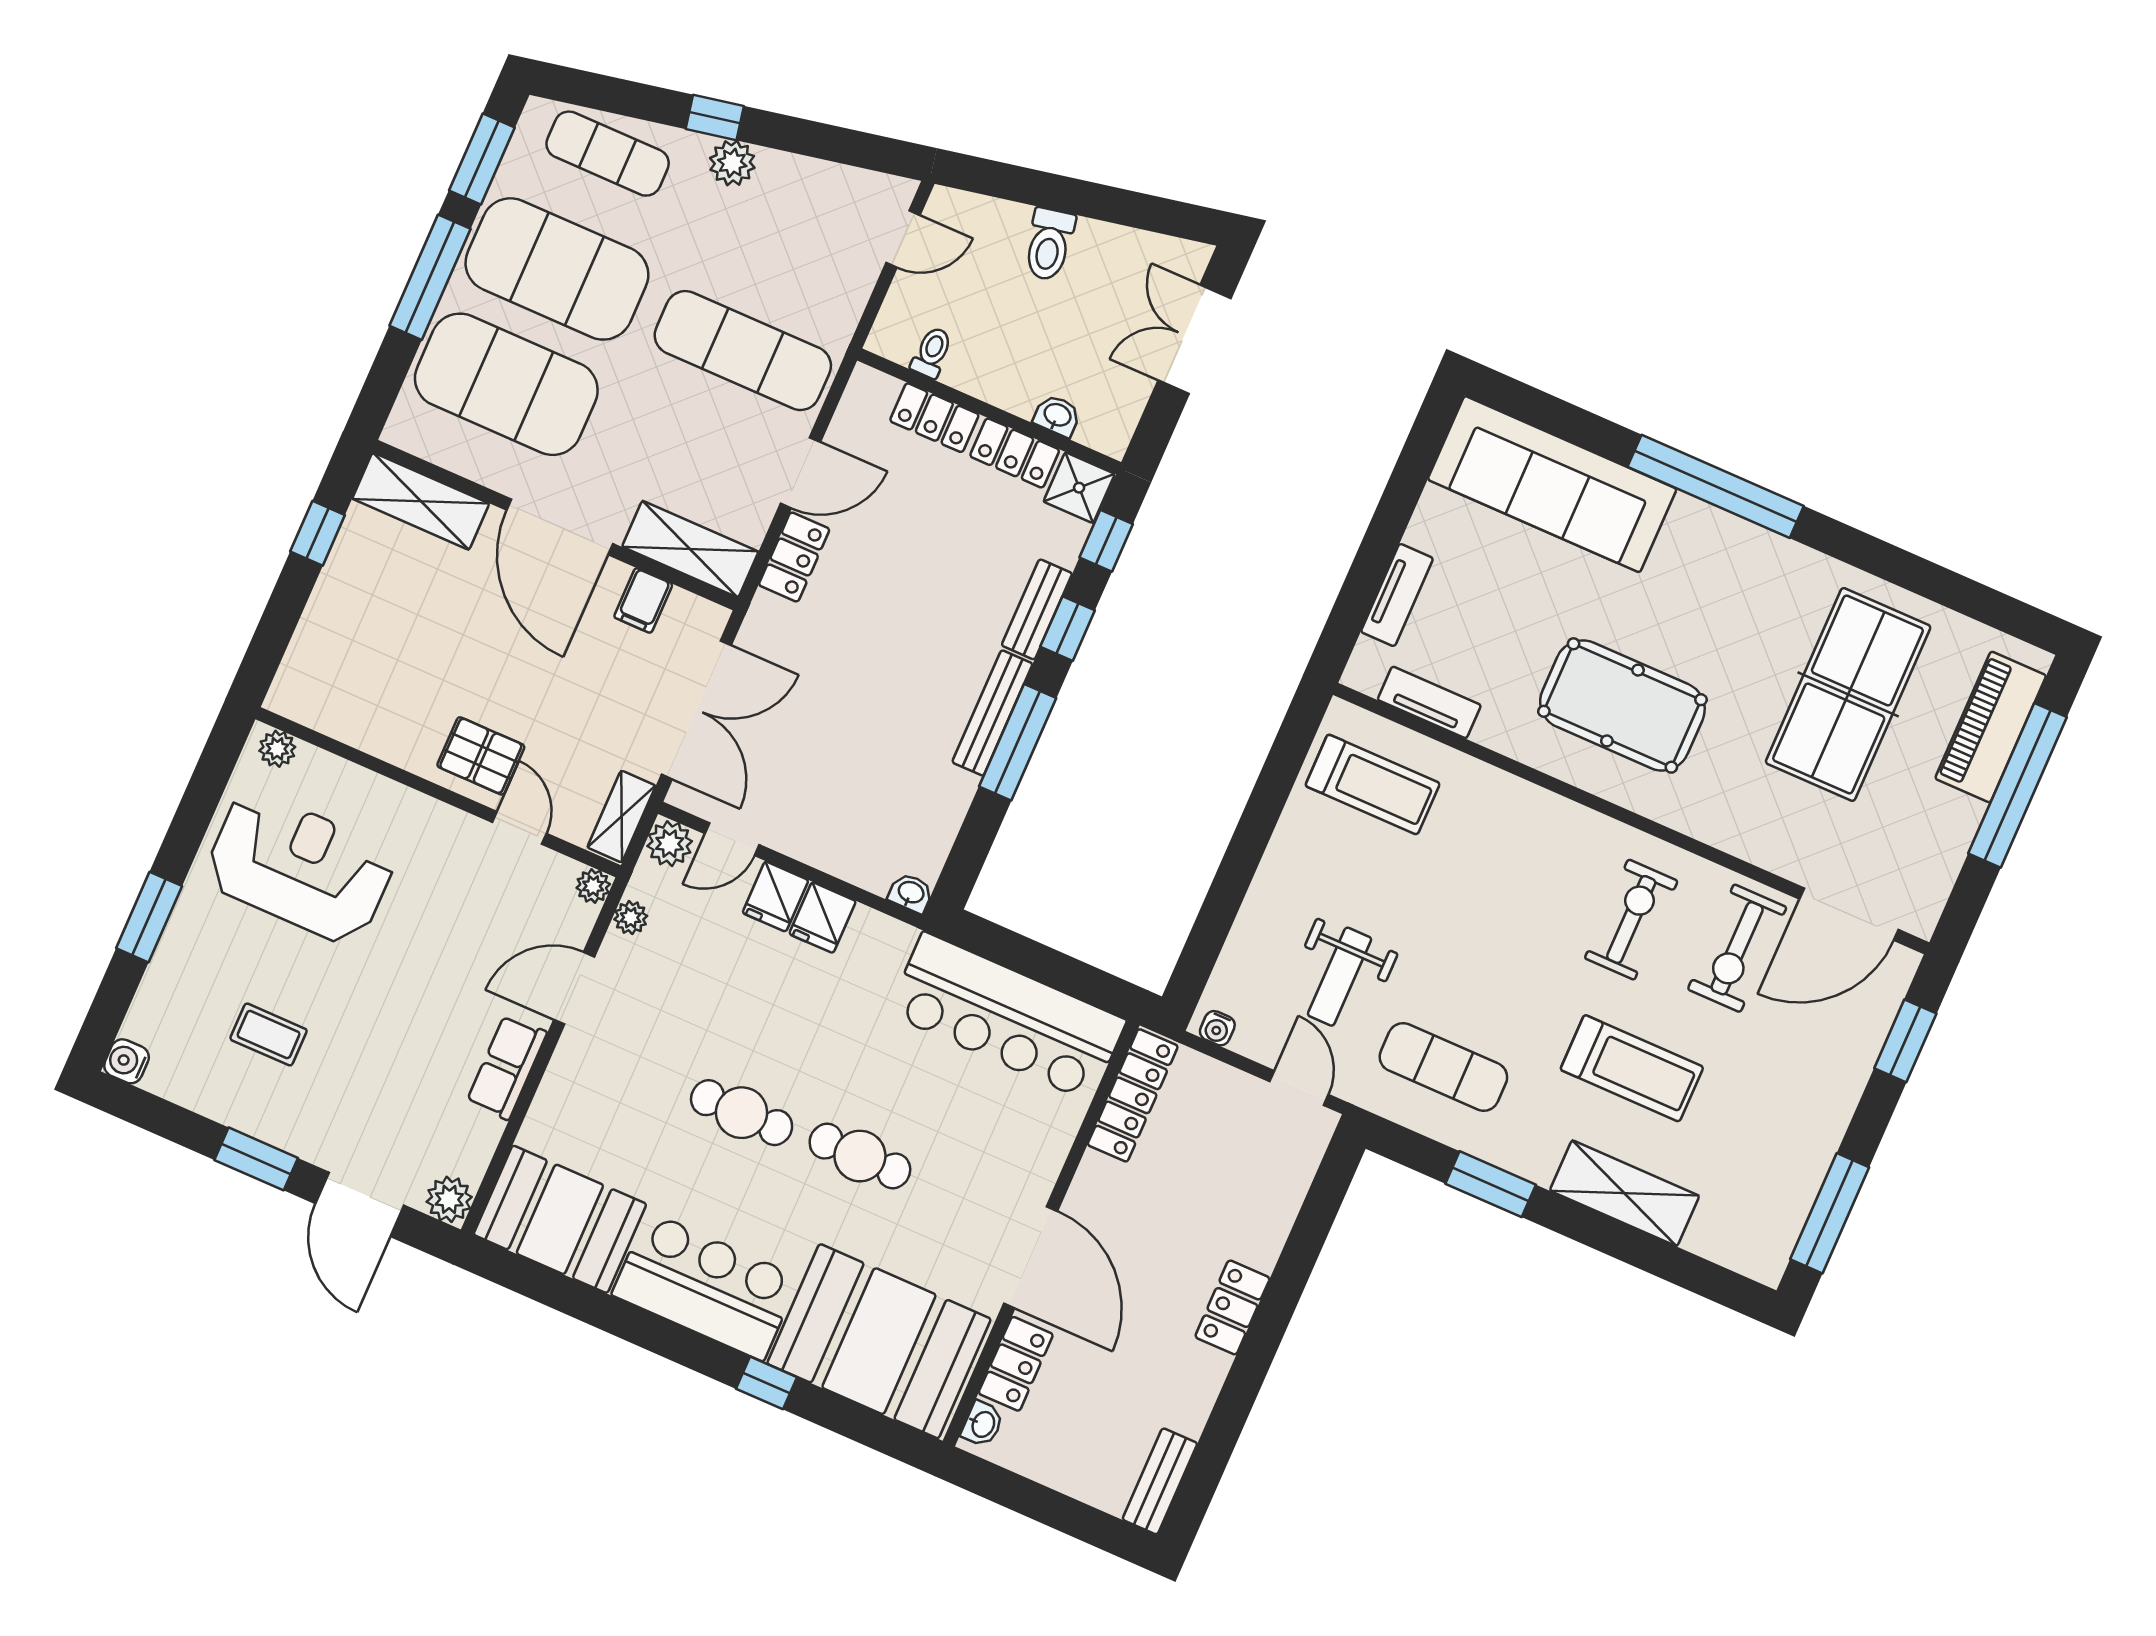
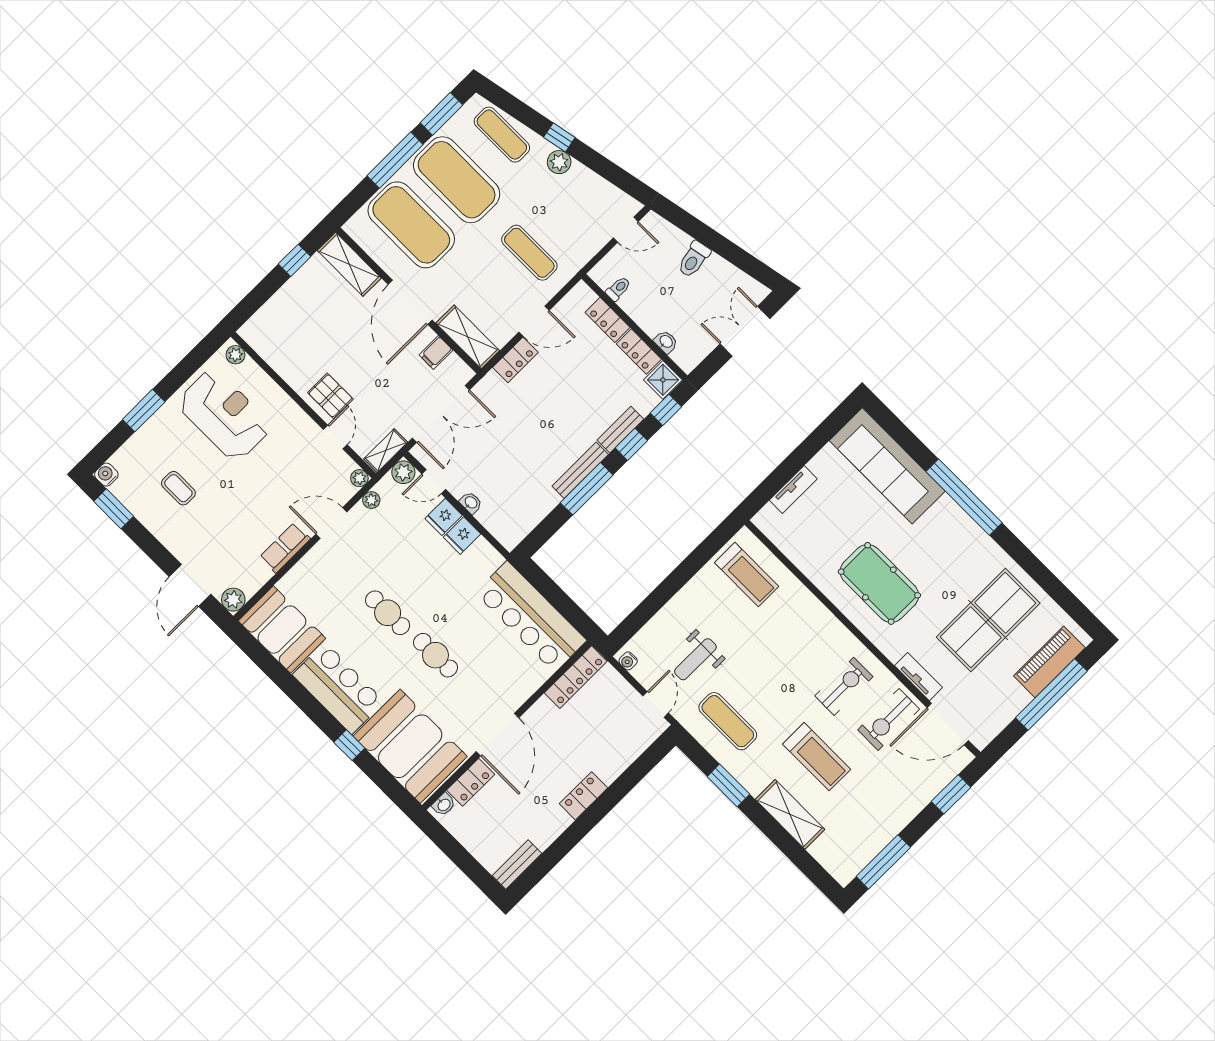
exercise mat: (743, 351) -> (529, 253), width x0.73, depth x0.69
tv unit: (1429, 702) -> (919, 677), moved
washbasin: (911, 893) -> (471, 503), moved
window: (256, 1159) -> (114, 509), moved

